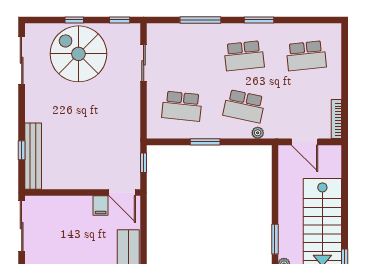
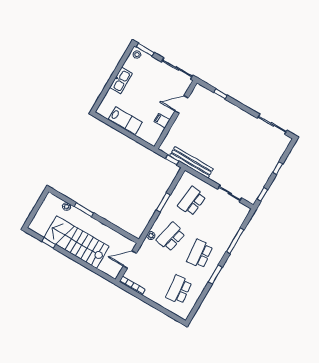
spiral stairs: (78, 54) -> (257, 159), removed
bench: (33, 156) -> (191, 162), moved
door: (122, 193) -> (181, 105), moved

